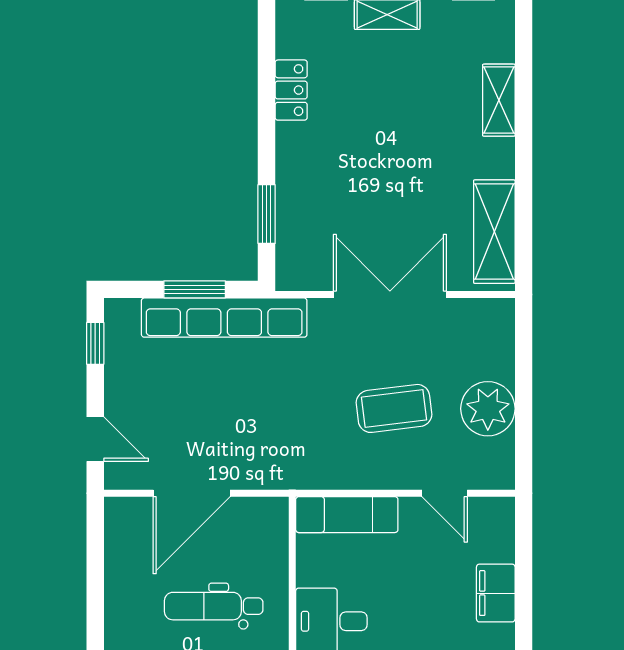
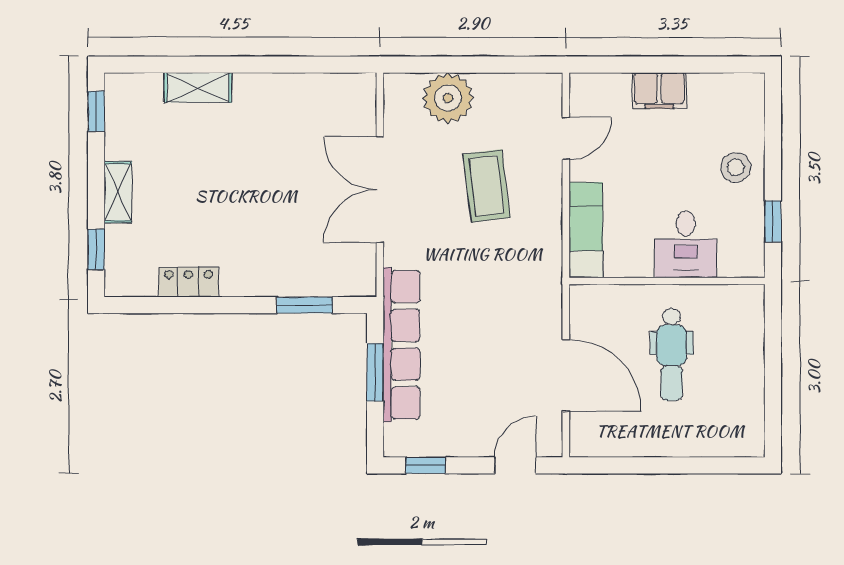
shelving: (494, 232) -> (321, 92), removed
plant: (488, 409) -> (448, 98), moved

